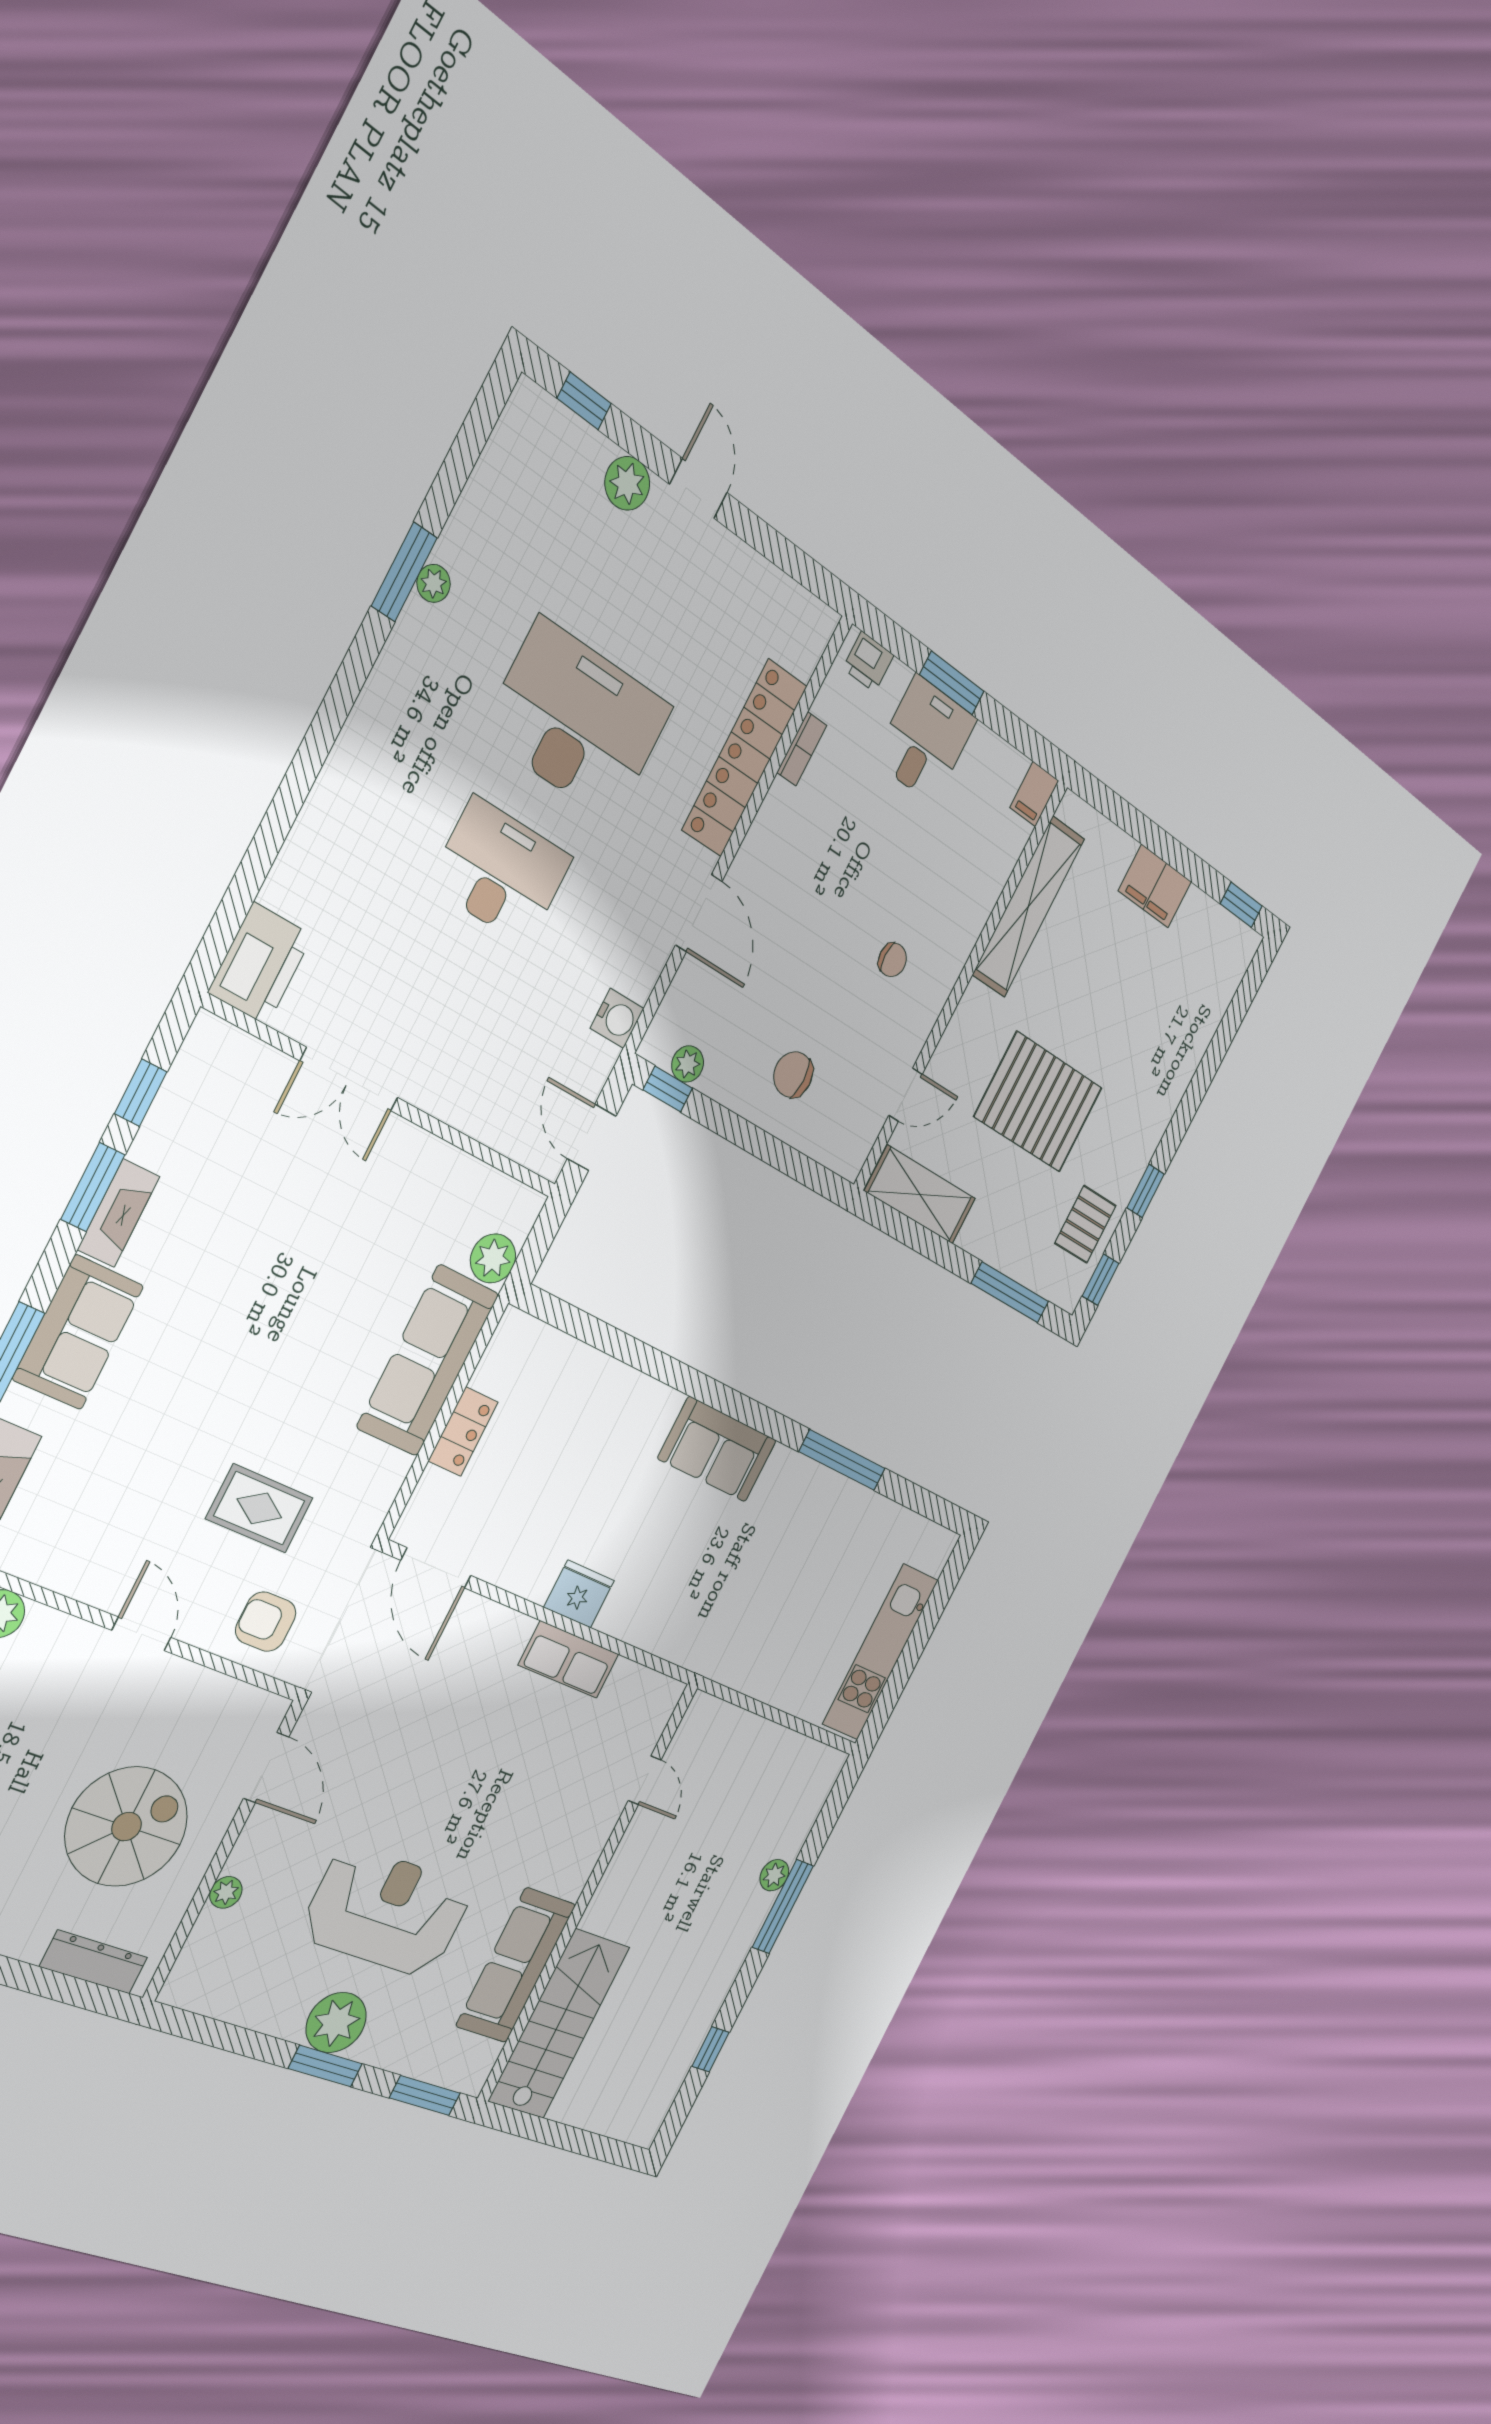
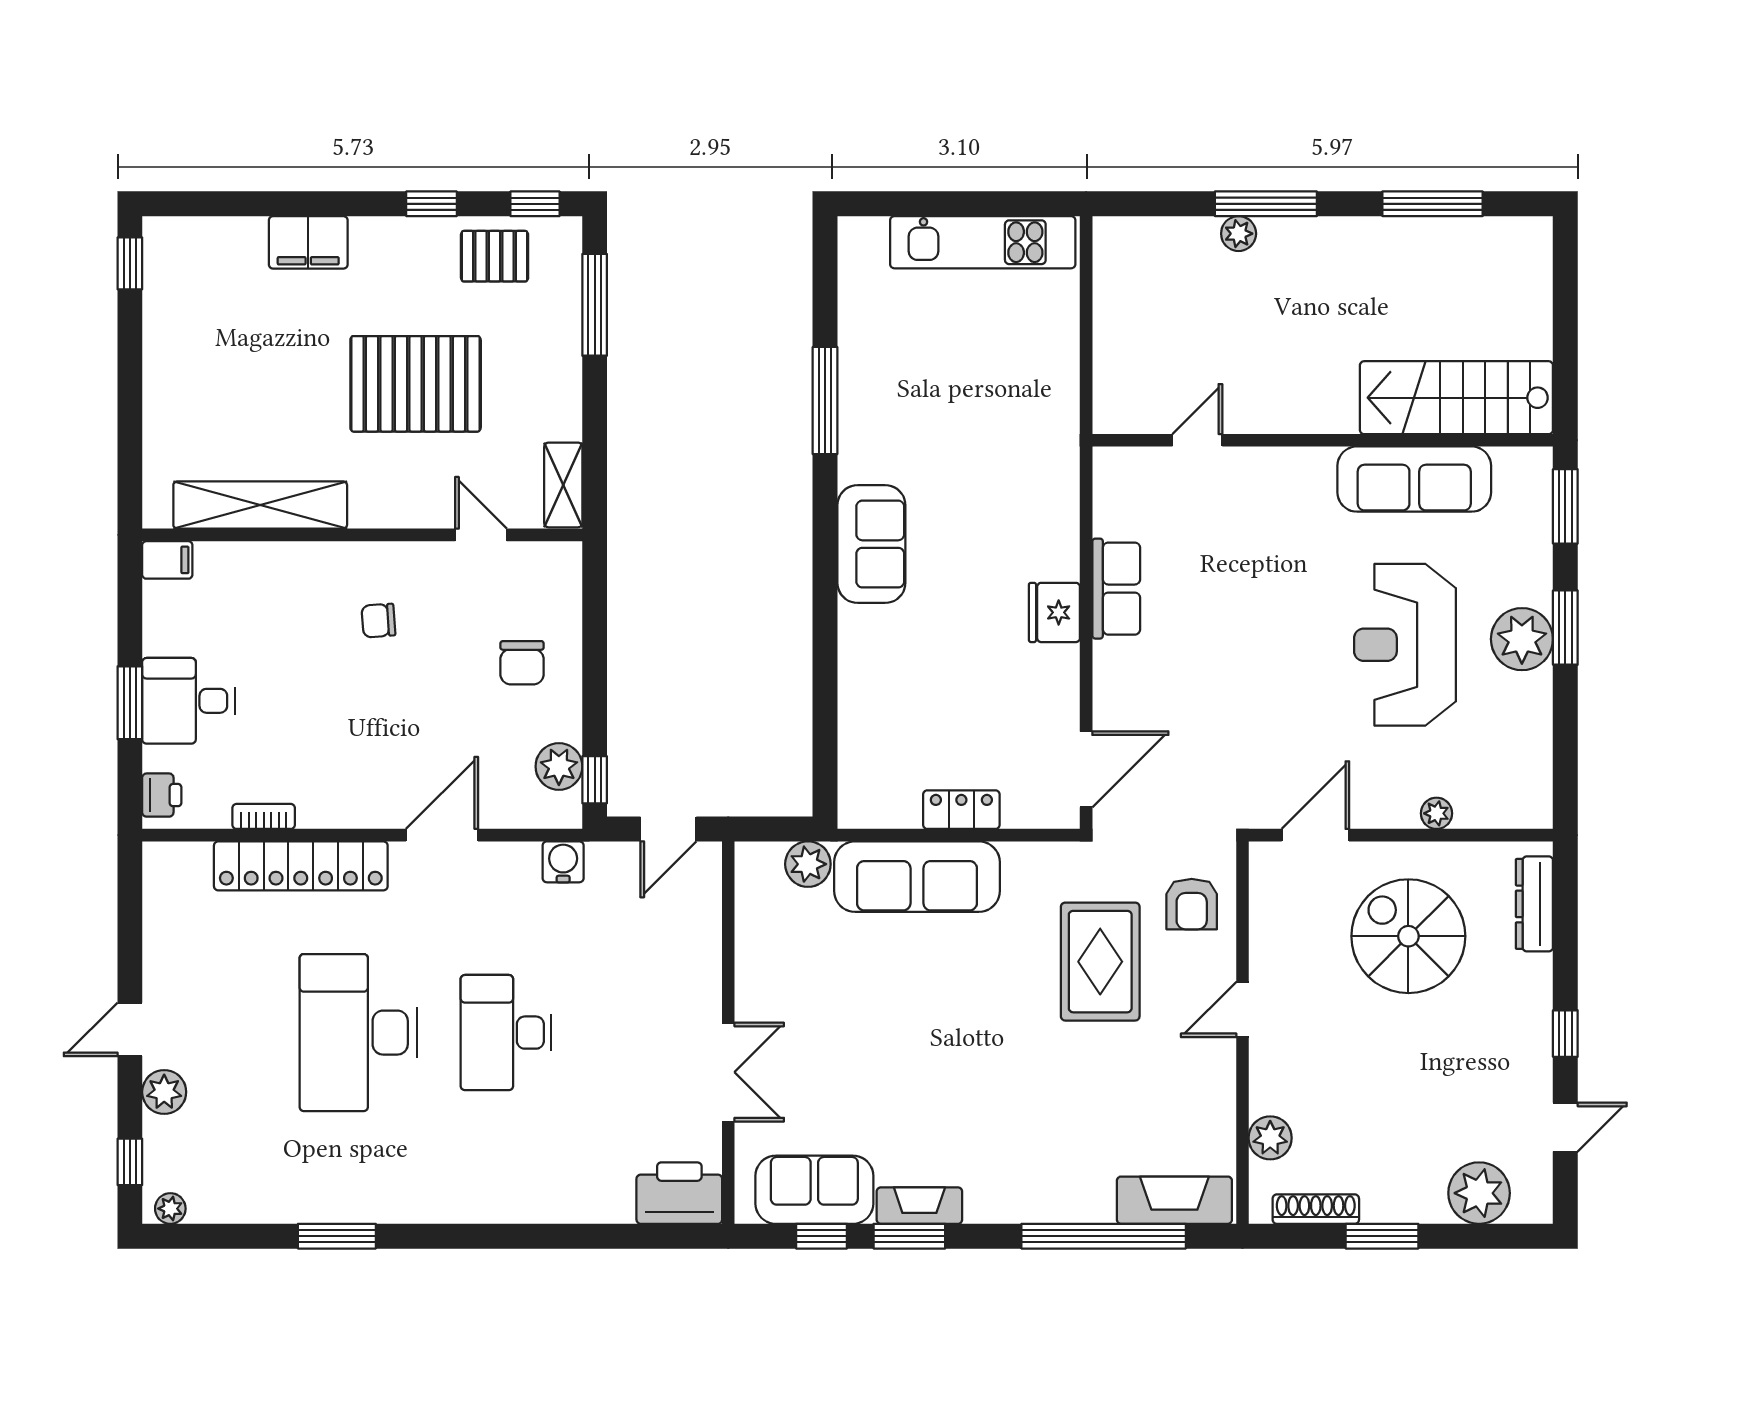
plant: (434, 583) -> (170, 1209), moved
filing cabinet: (1155, 886) -> (308, 242), moved, turned 90
chair: (892, 960) -> (378, 621), turned -94
plant: (688, 1064) -> (559, 766), width x1.38, depth x1.38
pallet: (1038, 1102) -> (416, 384), turned 90
shelving: (920, 1195) -> (563, 485), width x0.67, depth x0.75
sofa: (78, 1332) -> (814, 1190), moved
rug: (259, 1508) -> (1100, 962), width x1.36, depth x1.43
window: (711, 2049) -> (1432, 204), width x2.17

